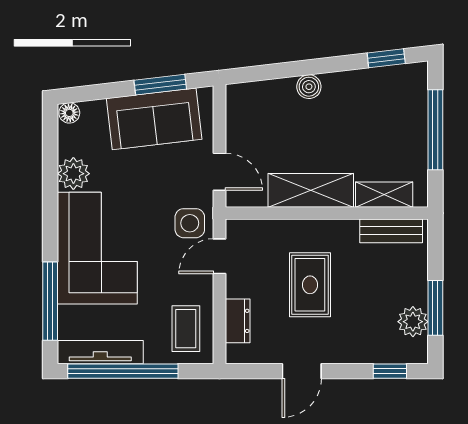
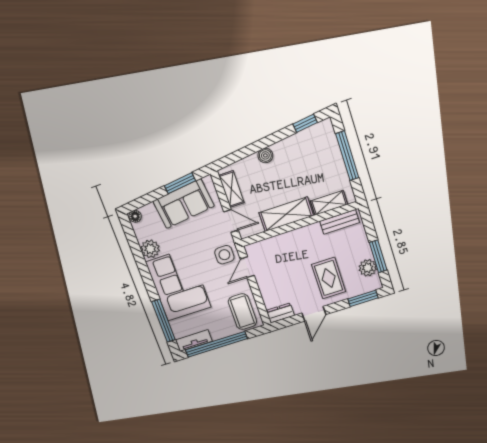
shelving: (238, 121) -> (231, 189), added
rug: (310, 285) -> (329, 278), moved
dresser: (238, 321) -> (280, 313), moved, turned -90
coffee table: (186, 329) -> (242, 312), width x1.36, depth x1.30
tv unit: (100, 352) -> (194, 341), width x0.71
window: (390, 371) -> (363, 298), width x1.50

